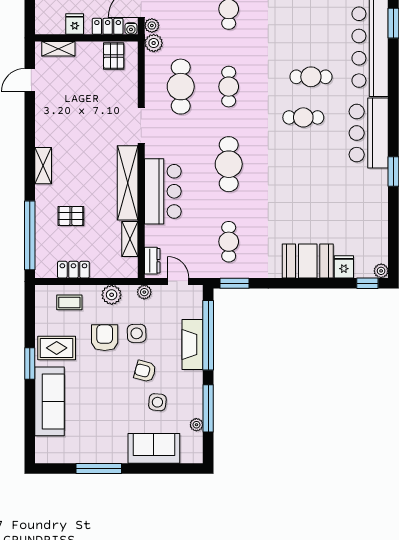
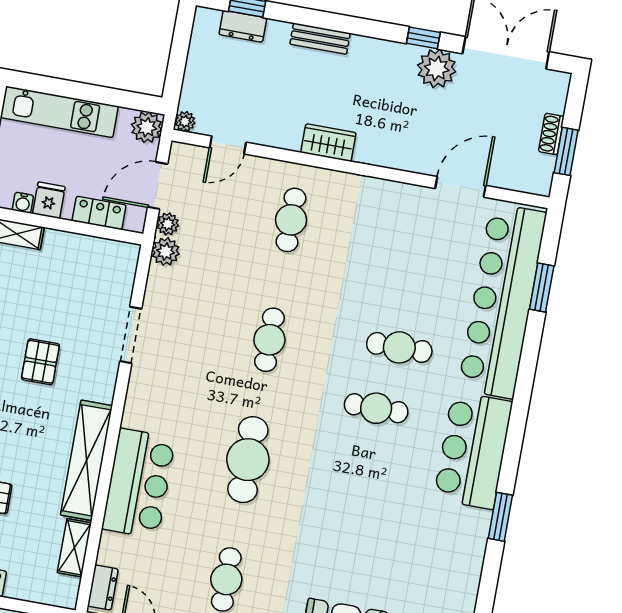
water cooler: (131, 29) -> (23, 203), moved
pallet: (114, 56) -> (40, 362), moved
cafe table: (181, 87) -> (195, 326), removed
doorway: (141, 125) -> (131, 335), moved

